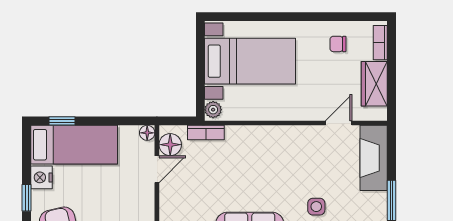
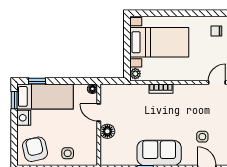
bookcase: (206, 133) -> (161, 89), moved
floor lamp: (170, 145) -> (107, 131), moved
door: (157, 169) -> (99, 112), swing flipped
window: (27, 198) -> (14, 100), moved

